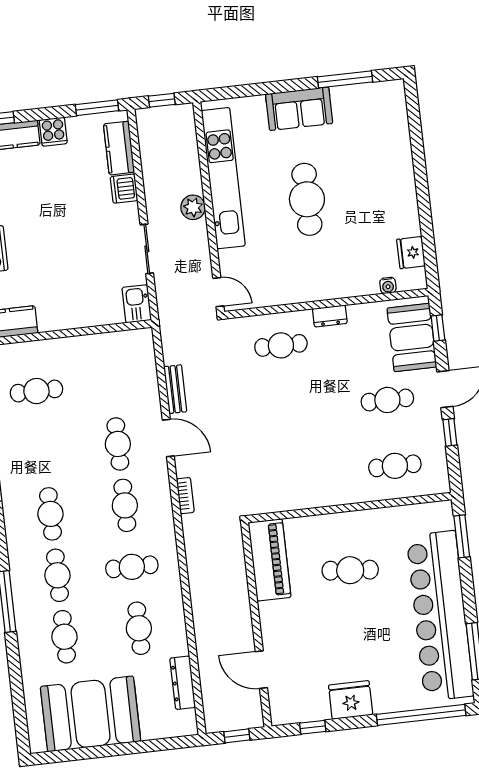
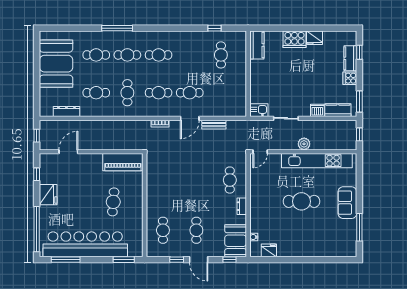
booth: (412, 338) -> (236, 241), moved, turned 90

